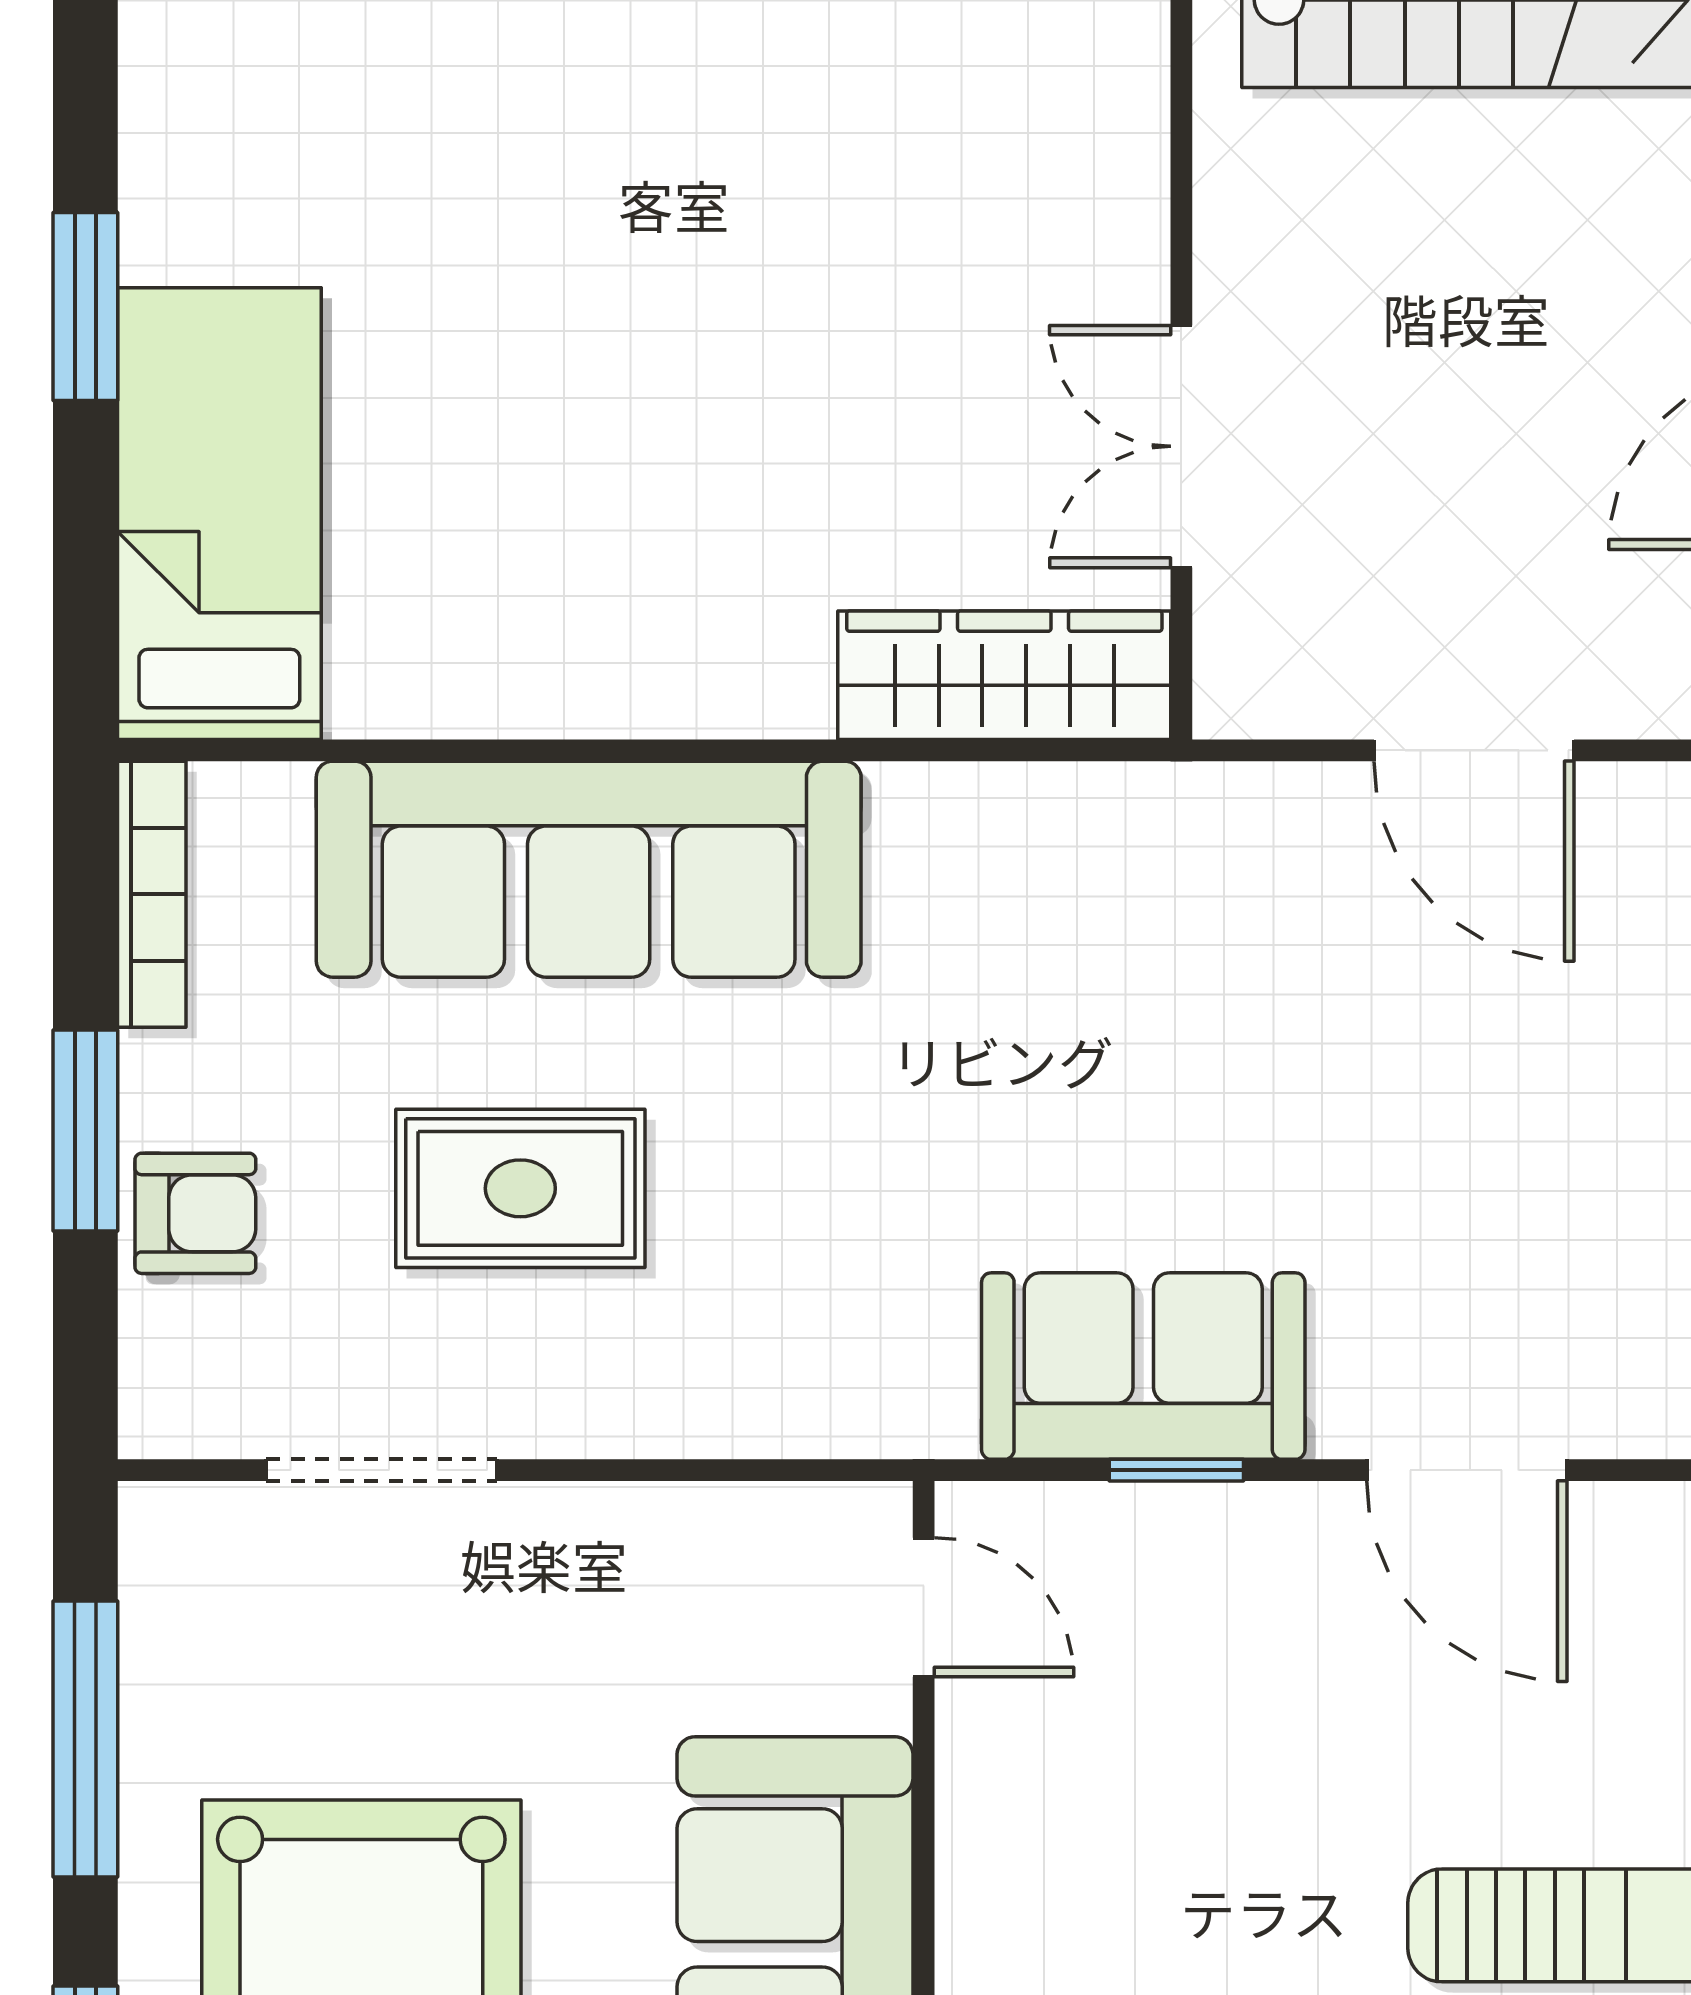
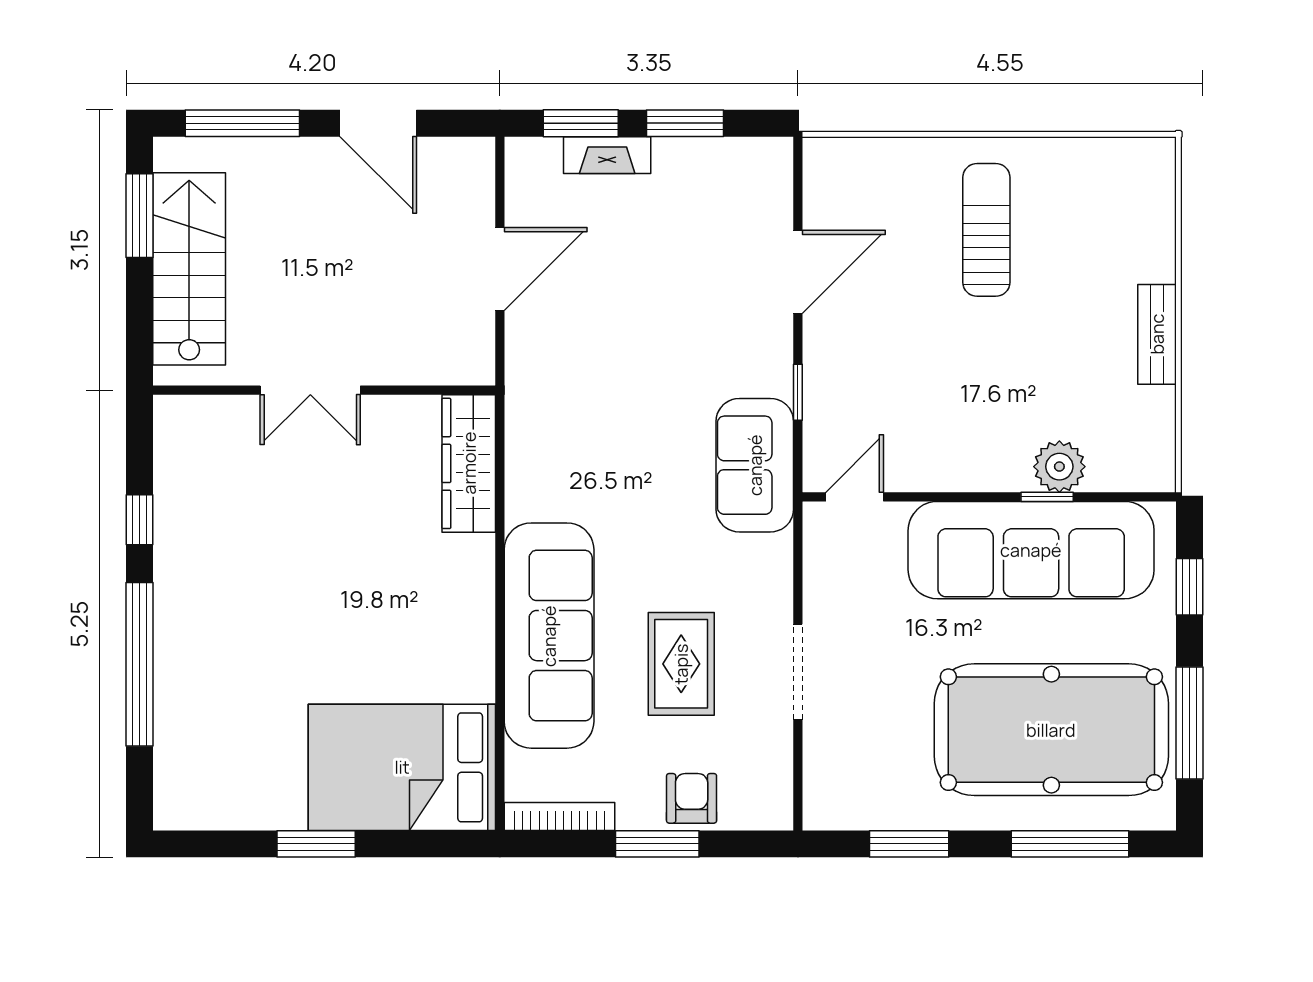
double door: (1181, 446) -> (310, 390), moved
bed: (219, 514) -> (402, 767), width x1.50
sofa: (1143, 1366) -> (755, 465), moved
doorway: (382, 1470) -> (798, 672), moved
window: (85, 1739) -> (909, 844), width x0.69

